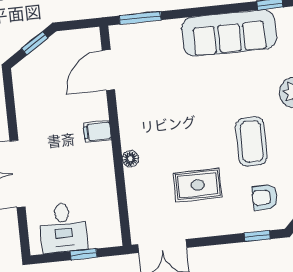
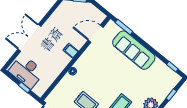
sofa: (229, 33) -> (134, 50), moved
desk: (63, 228) -> (26, 72), width x1.37

